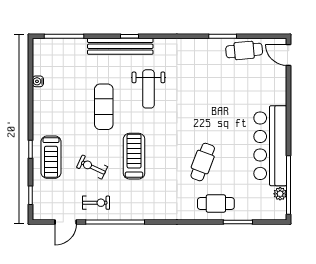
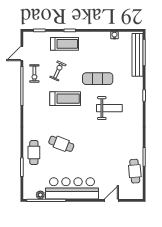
bench: (120, 46) -> (138, 55), moved
door: (289, 55) -> (111, 200), moved
weight bench: (148, 89) -> (109, 108), turned 180
treadmill: (51, 157) -> (64, 44), turned 180
door: (66, 222) -> (22, 54), hinge flipped

